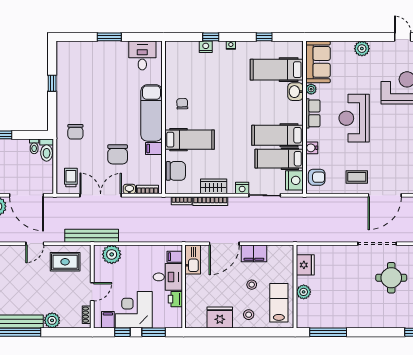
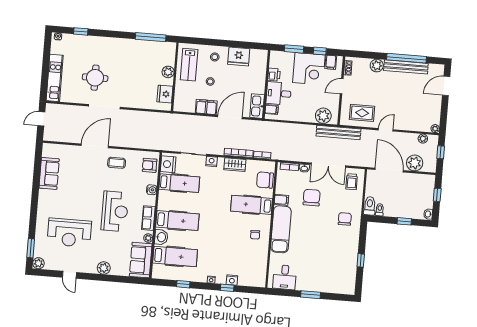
hospital bed: (278, 135) -> (177, 221), moved

